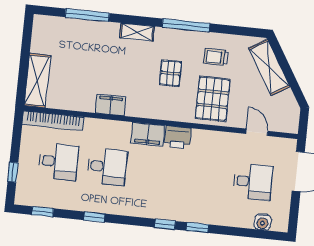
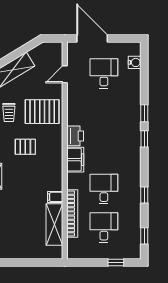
shelving: (37, 81) -> (54, 225), moved, turned 90
filing cabinet: (110, 105) -> (55, 197), width x0.50
bookcase: (53, 121) -> (72, 213), moved

